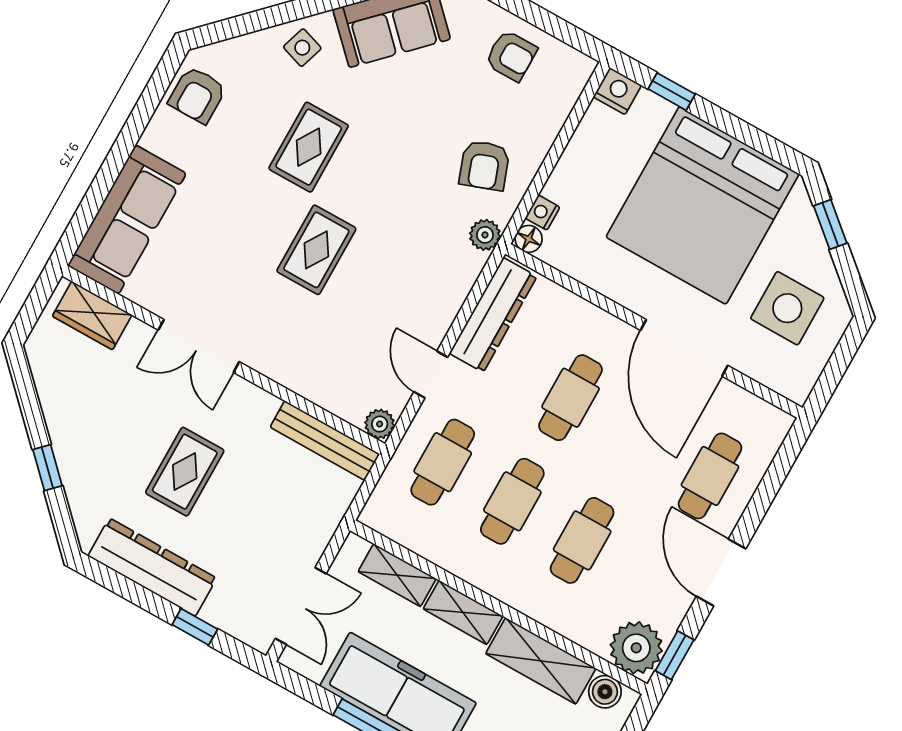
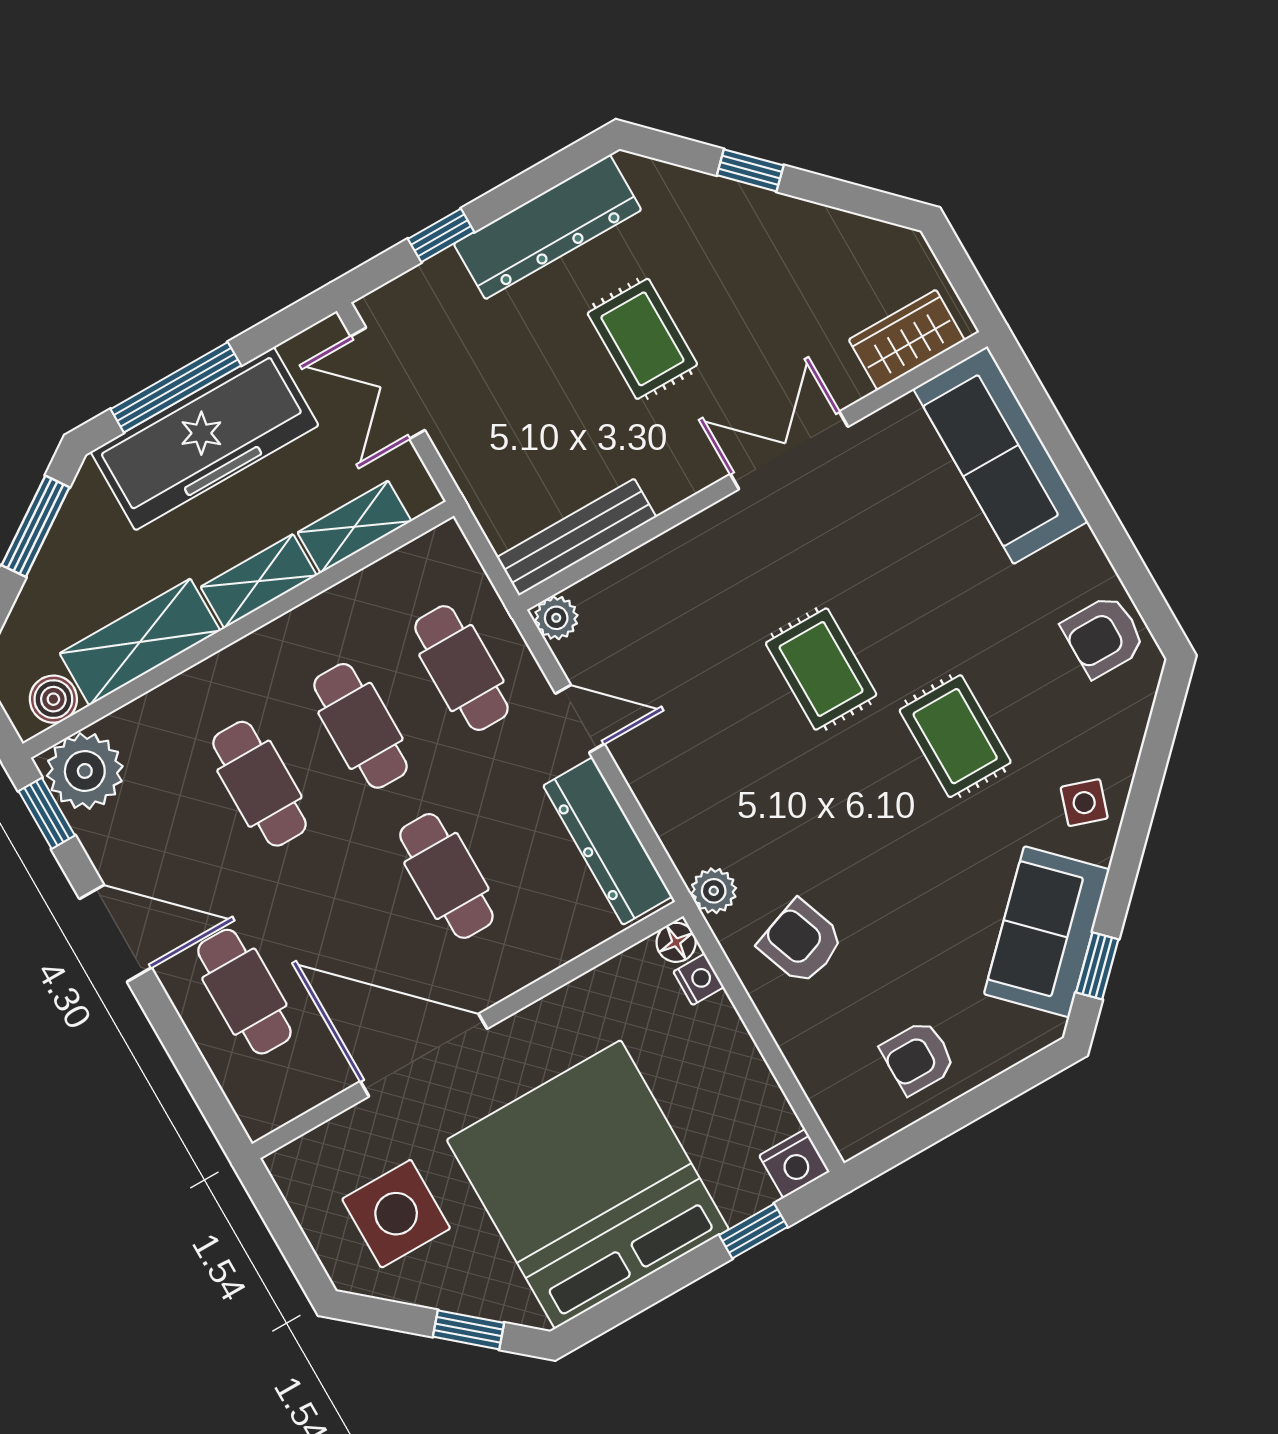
armchair: (197, 95) -> (1103, 636), turned -90

